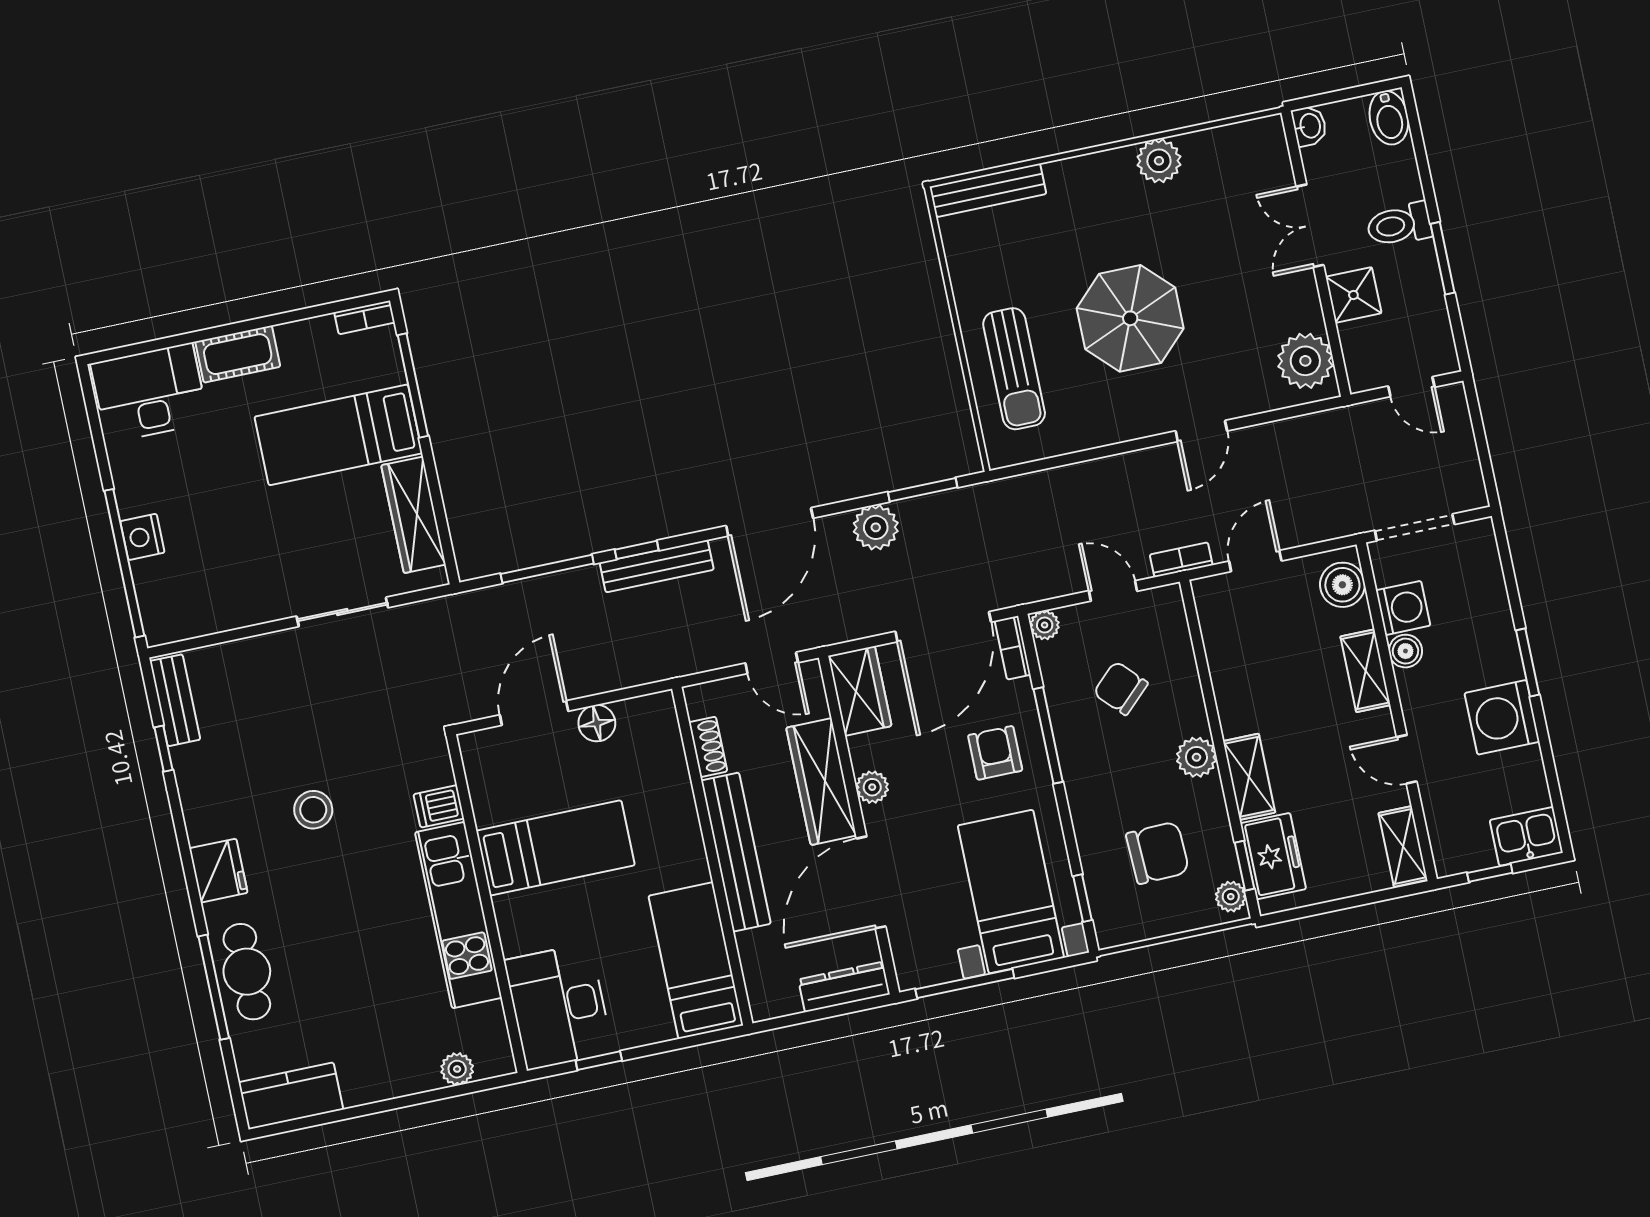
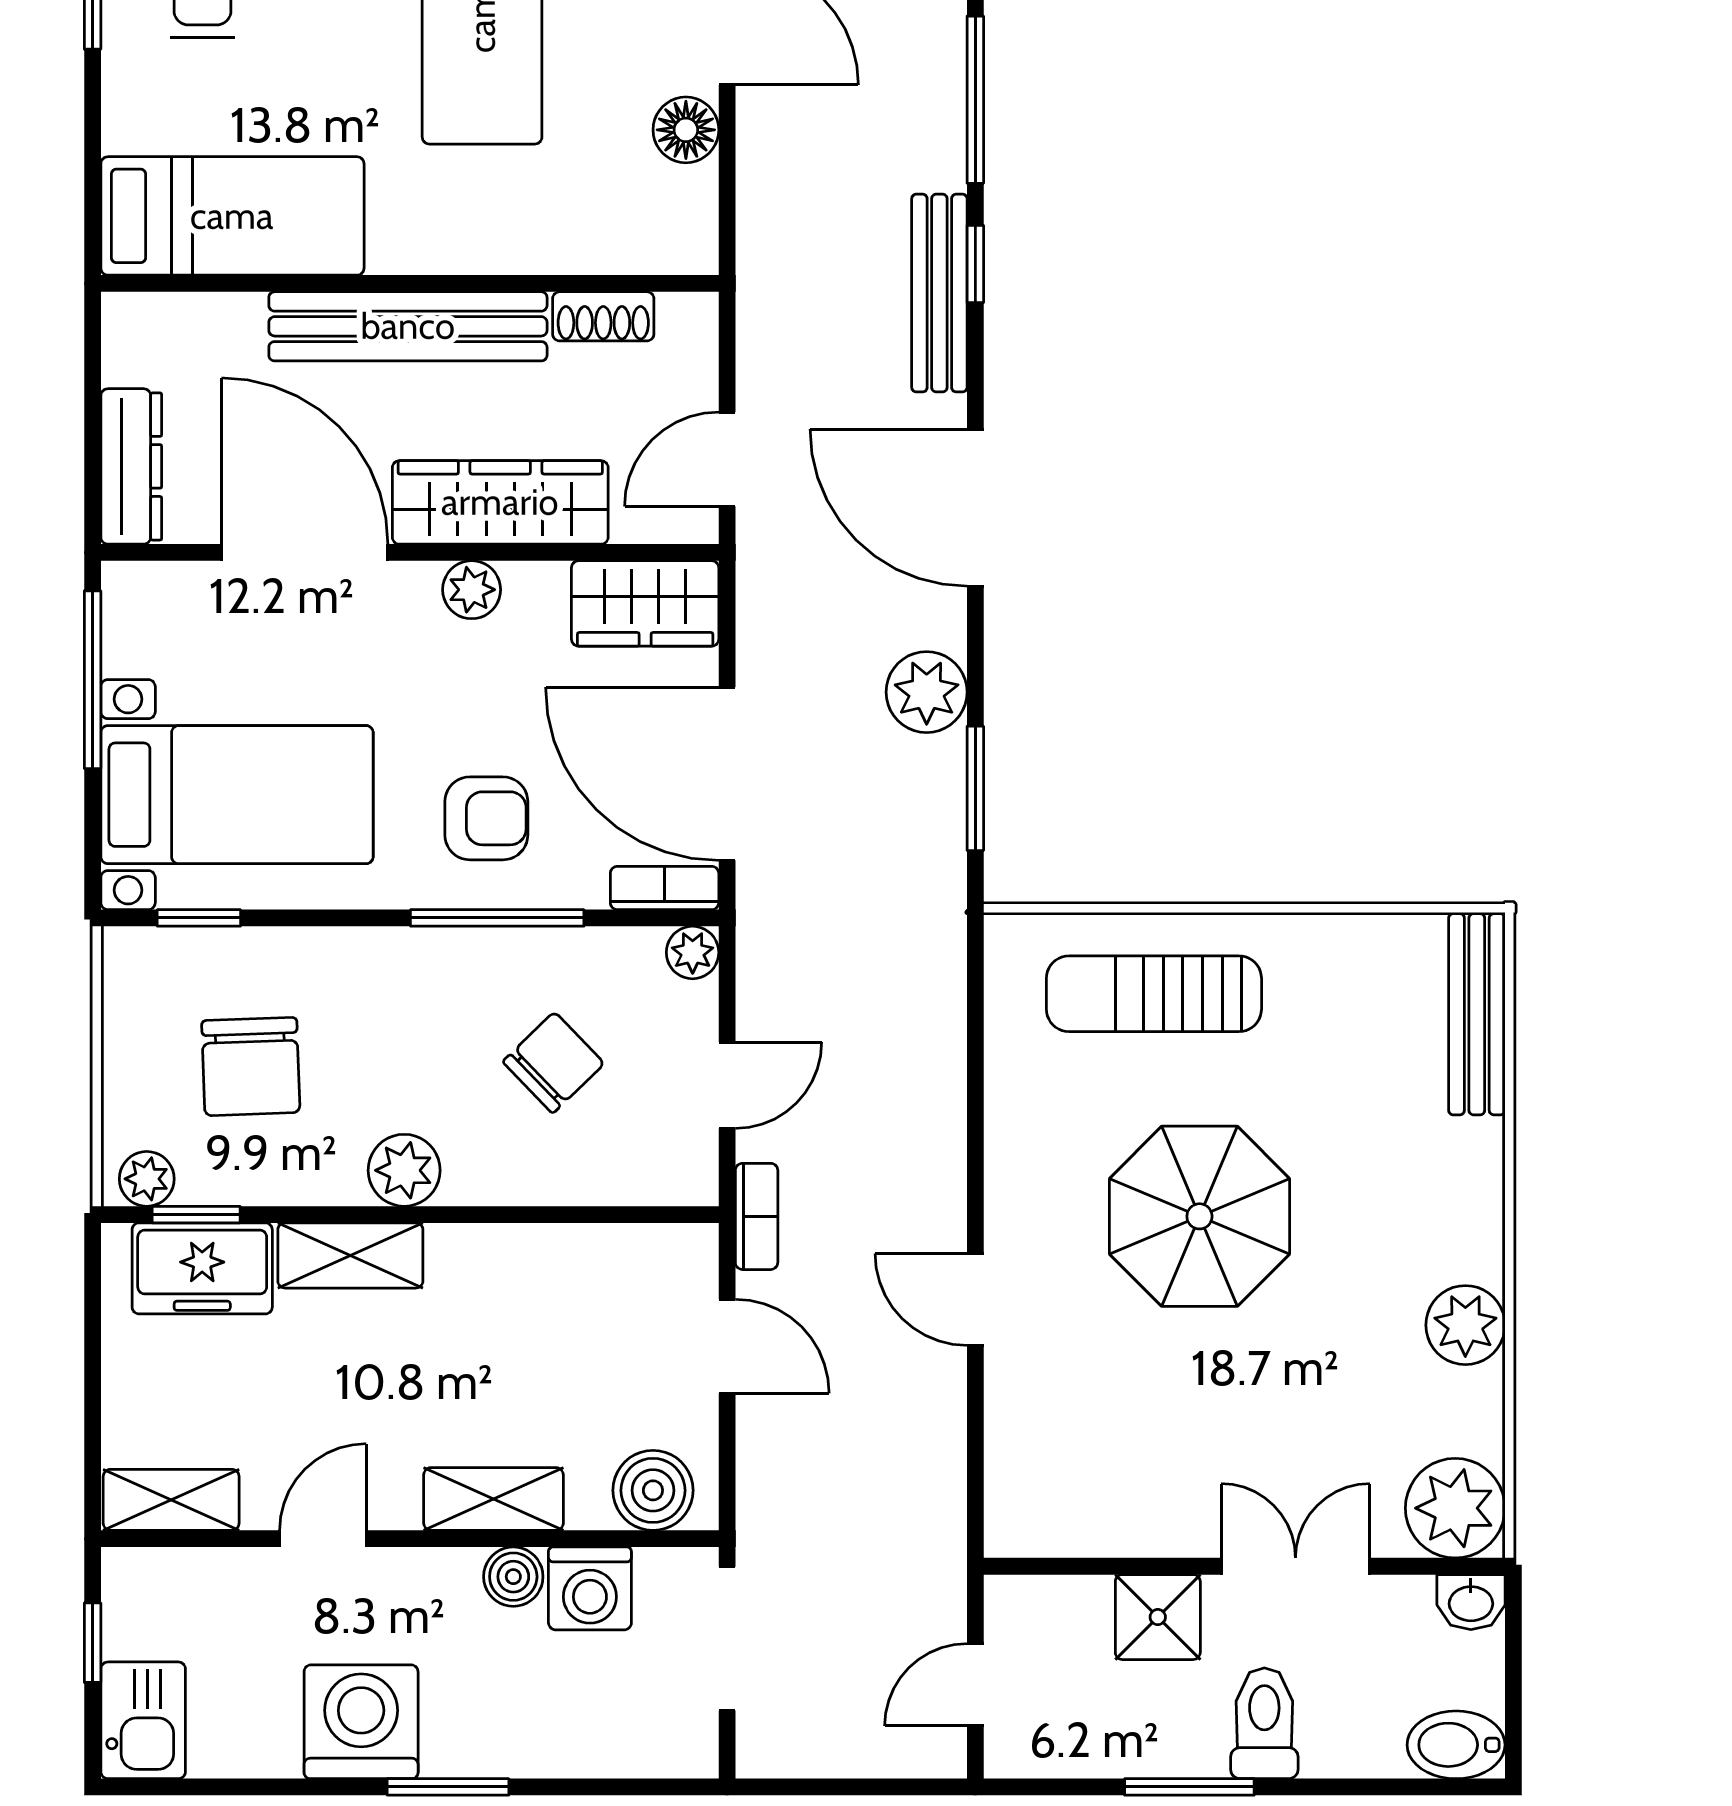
plant: (1305, 361) -> (1455, 1508), moved

